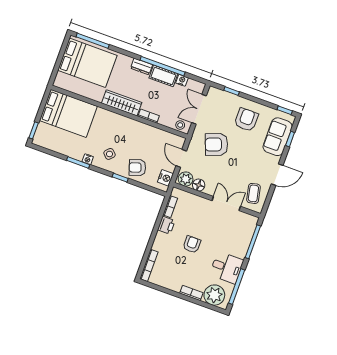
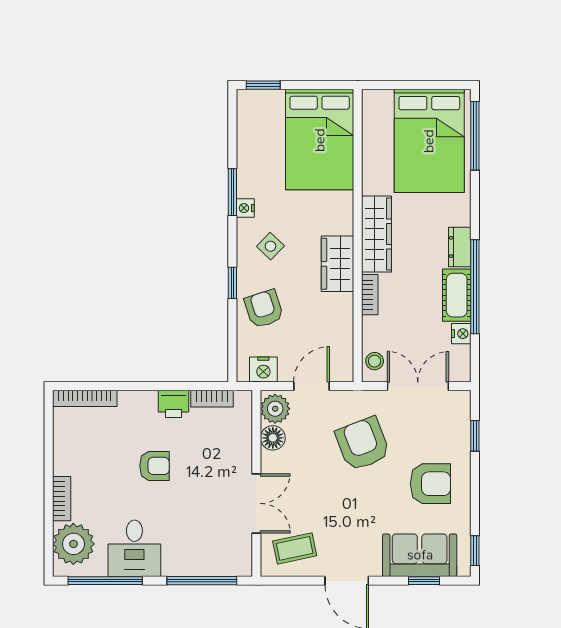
wardrobe: (129, 126) -> (338, 264), added

